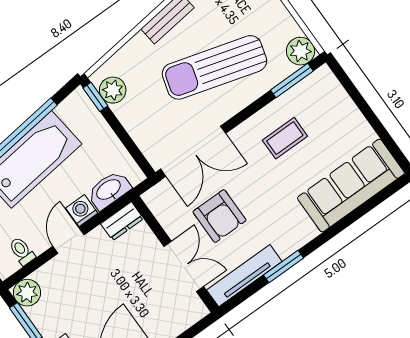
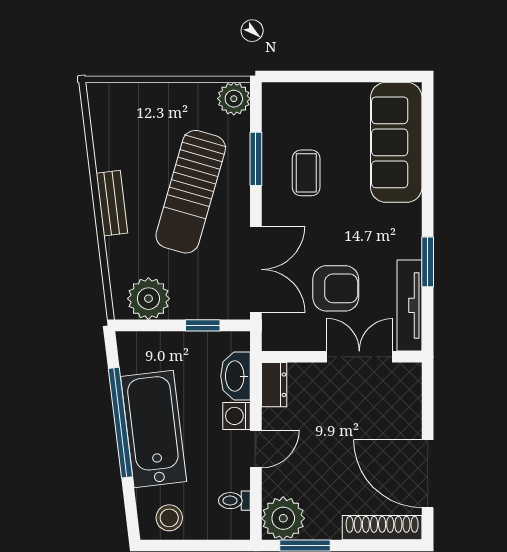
window: (292, 81) -> (256, 159), moved
plant: (113, 90) -> (148, 299), width x1.36, depth x1.36
window: (95, 97) -> (203, 325), moved
door: (68, 240) -> (256, 449), swing flipped
plant: (27, 293) -> (283, 518), width x1.36, depth x1.36

